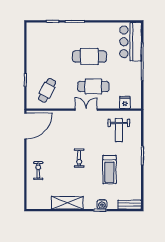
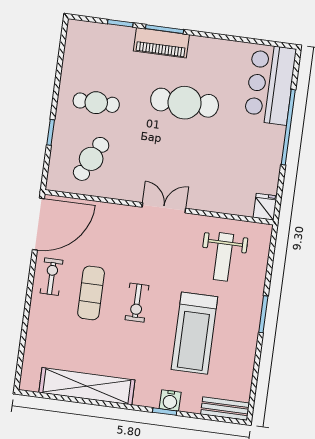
piano: (74, 28) -> (161, 43), added
cafe table: (93, 86) -> (96, 103), moved, width x0.73, depth x0.74
fridge: (125, 102) -> (265, 207), moved
exercise mat: (56, 156) -> (91, 293), added
treadmill: (109, 169) -> (194, 333), width x1.37, depth x1.38
exercise bike: (38, 171) -> (52, 277), moved
shelving: (67, 203) -> (87, 386), width x1.47

